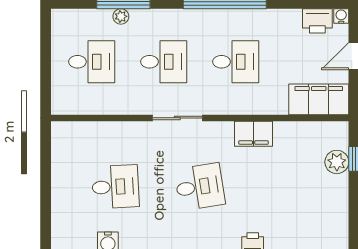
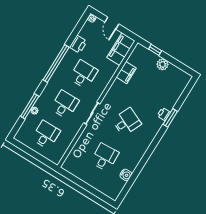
printer: (317, 21) -> (78, 44), moved
filing cabinet: (254, 134) -> (126, 73), moved
plant: (337, 162) -> (162, 64), moved
desk: (200, 187) -> (127, 122), turned 33

